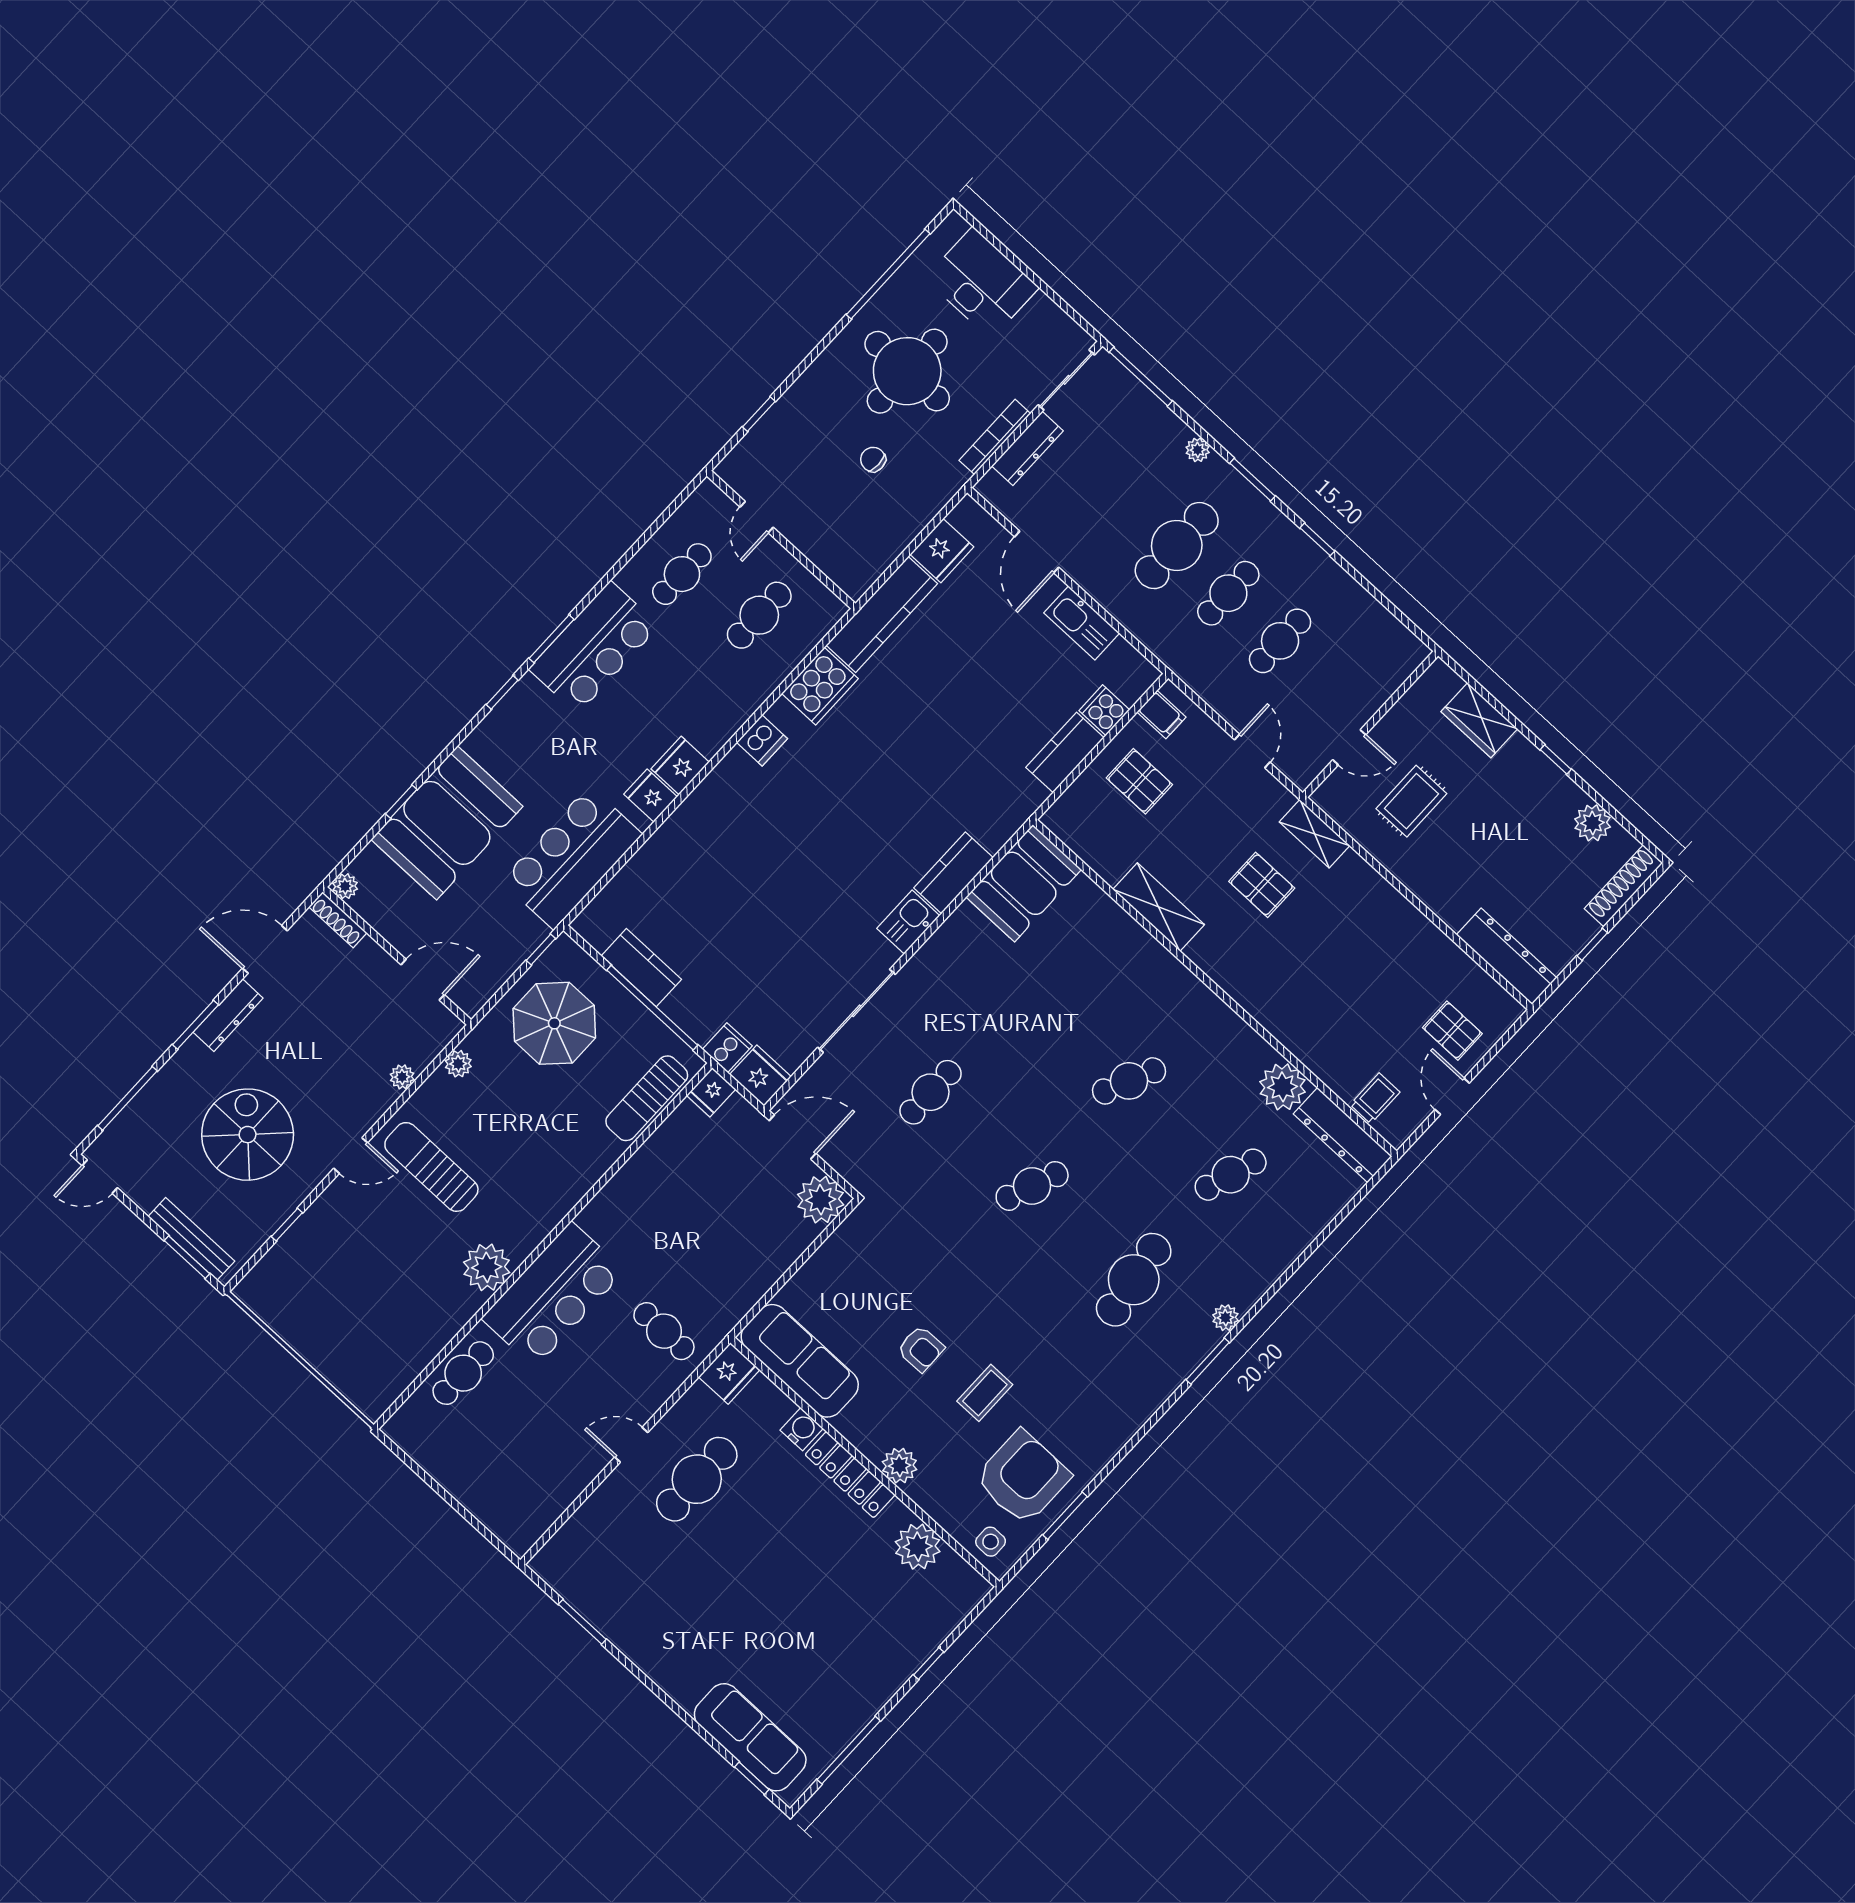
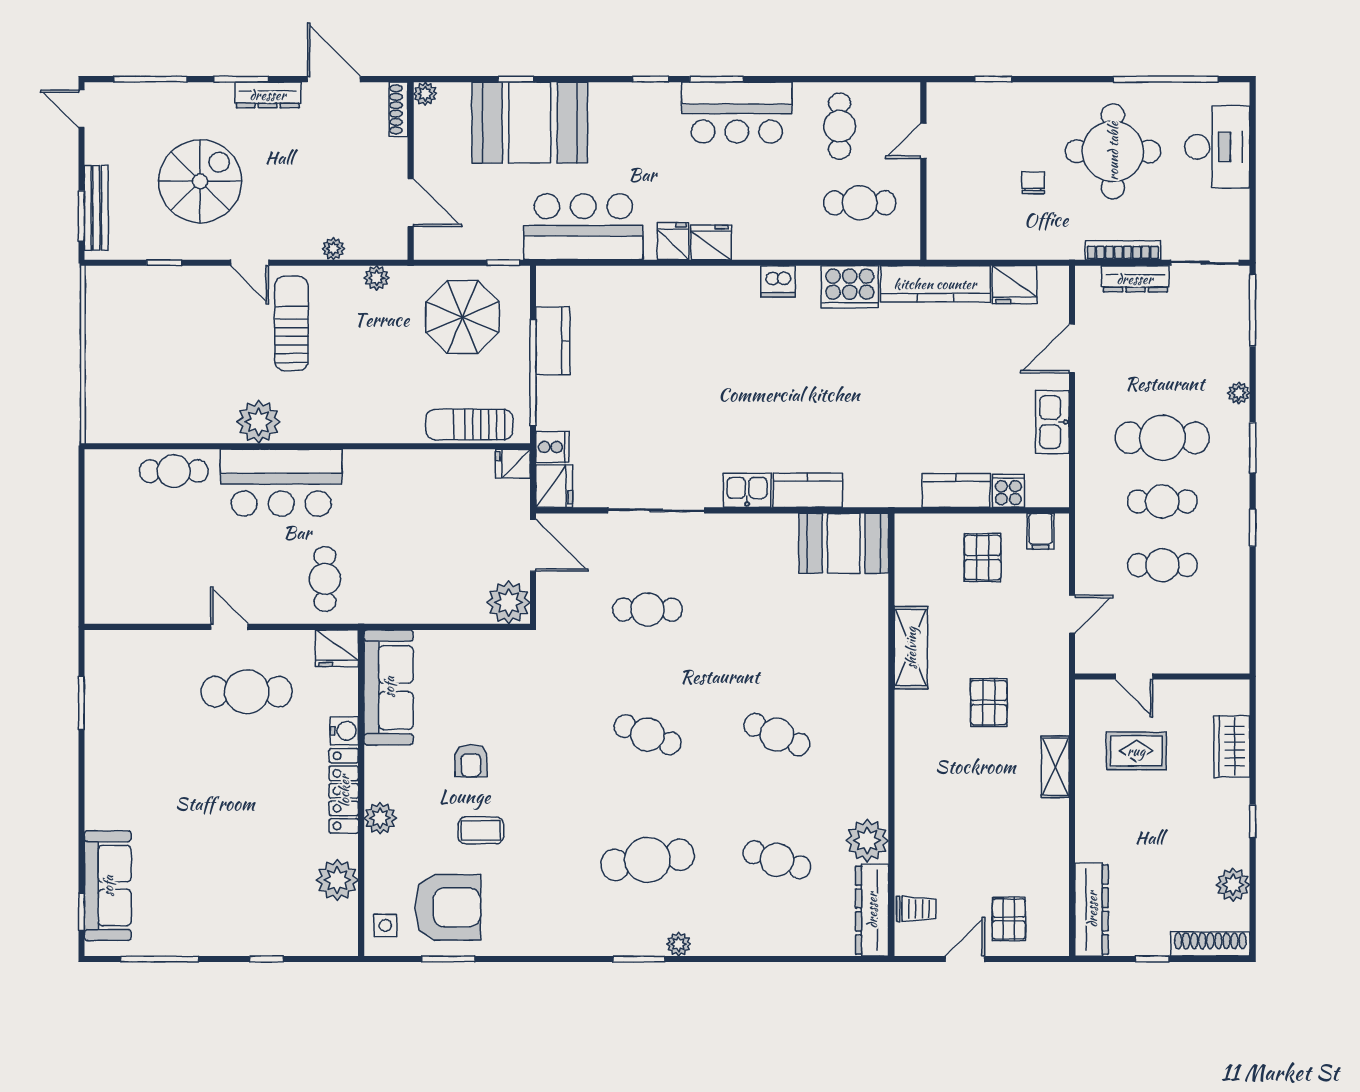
cafe table: (682, 574) -> (840, 126), turned 90
shelving: (1315, 834) -> (1055, 767), moved

